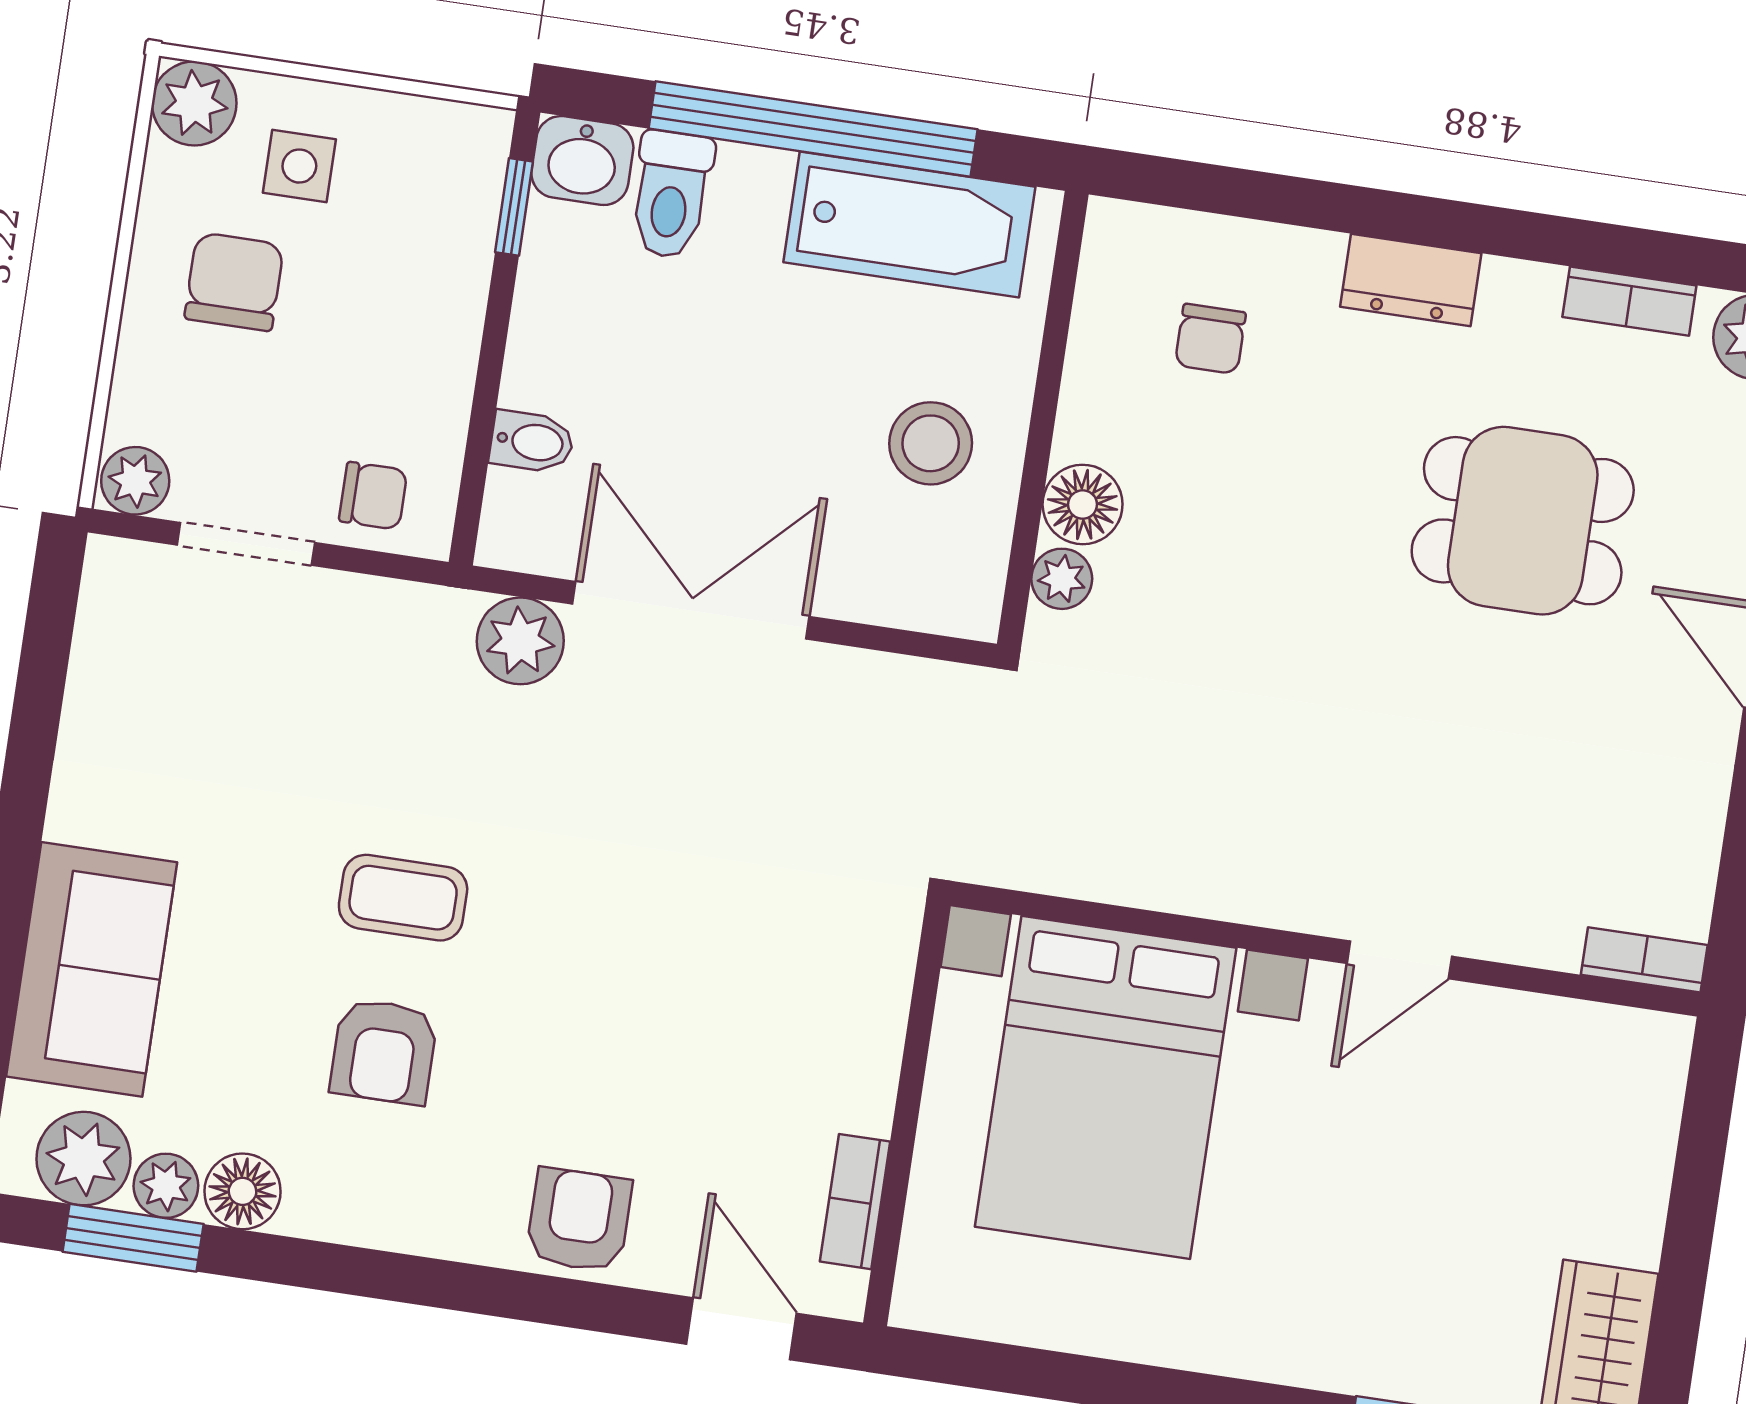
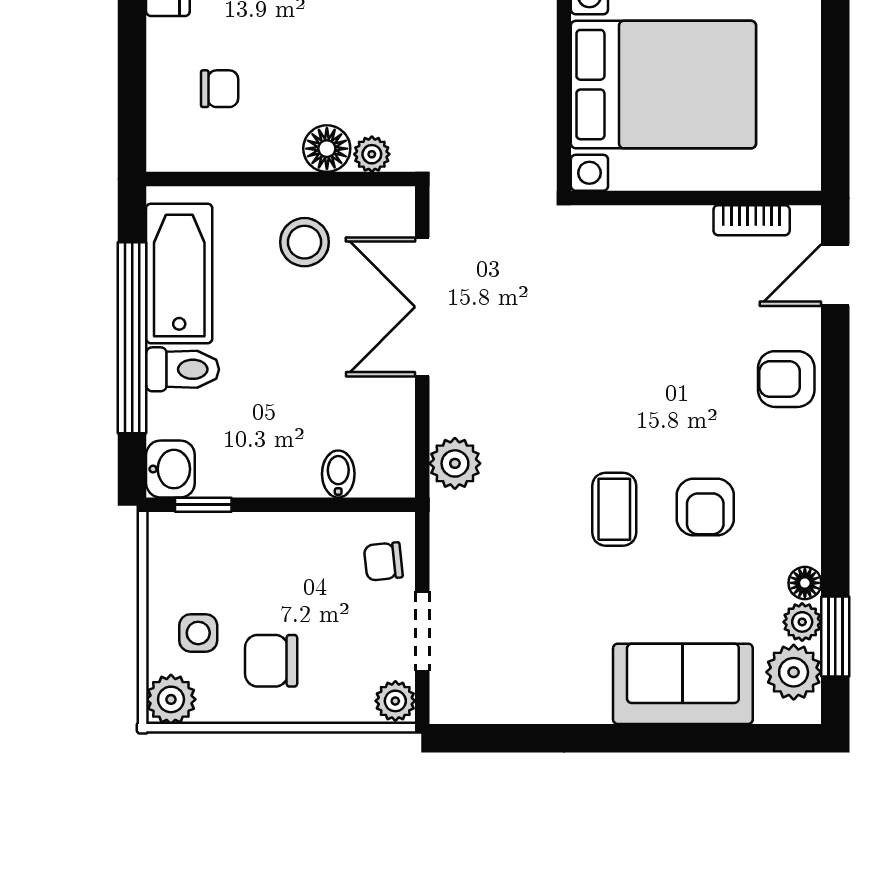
toilet: (671, 195) -> (183, 369), moved
chair: (373, 496) -> (383, 561), turned -96
double door: (691, 610) -> (422, 307), moved
armchair: (384, 1051) -> (705, 507), turned 90
floor lamp: (242, 1191) -> (805, 583), width x0.73, depth x0.73

